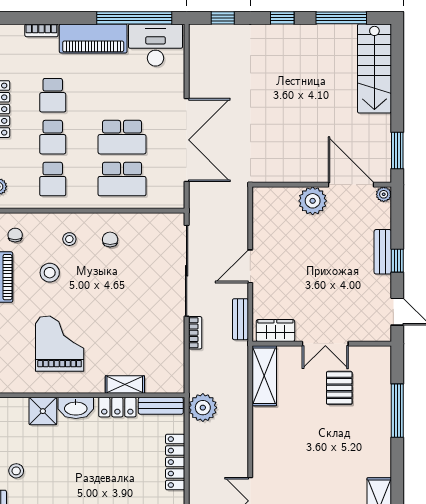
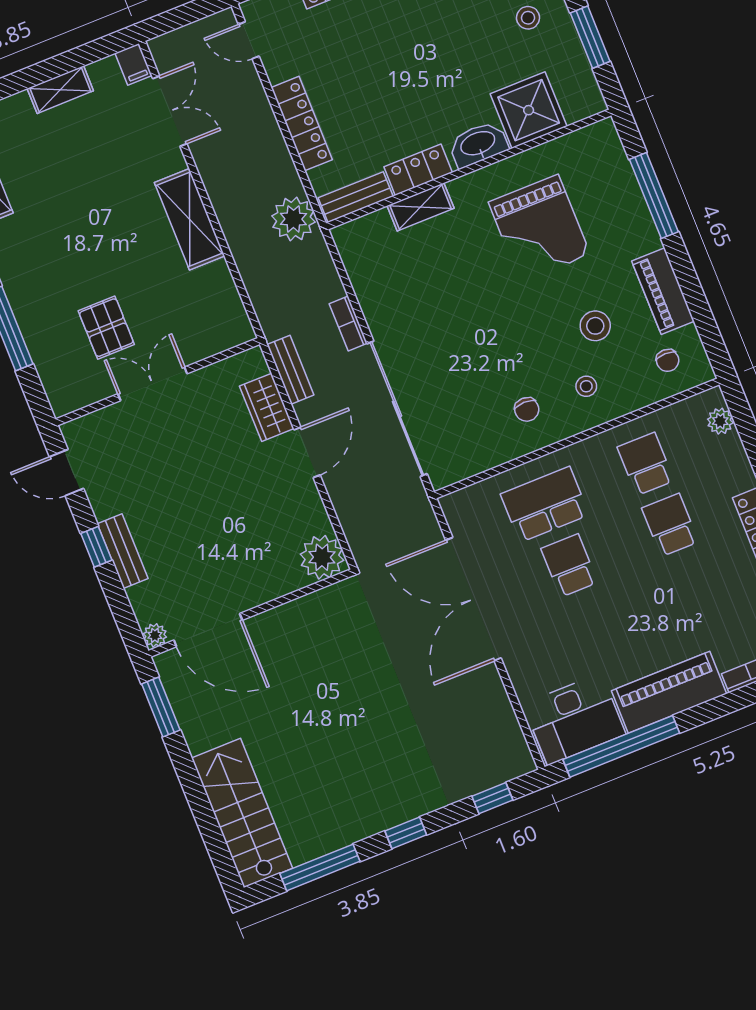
school desk: (53, 95) -> (695, 586), removed
school desk: (122, 137) -> (569, 565), width x0.54
plant: (313, 201) -> (322, 557), moved
wardrobe: (275, 331) -> (267, 407), moved, turned 90
shelving: (264, 376) -> (190, 219), moved
shower: (43, 411) -> (529, 110), width x1.36, depth x1.36

